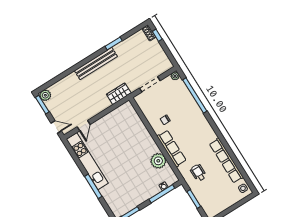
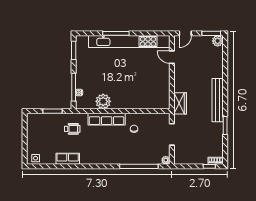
kitchen unit: (87, 161) -> (129, 42), width x1.36
row of seats: (226, 161) -> (68, 159), width x0.50

